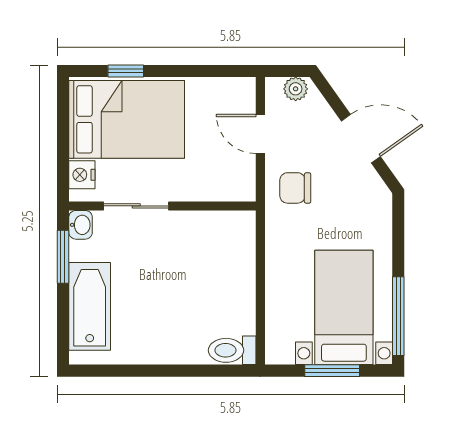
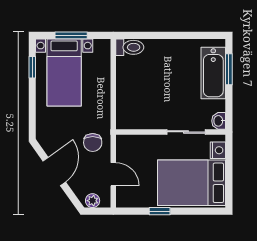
window: (126, 71) -> (160, 211), moved
door: (361, 139) -> (54, 171), swing flipped
chair: (295, 188) -> (93, 143), turned 90
window: (63, 257) -> (229, 69), moved
window: (398, 316) -> (32, 67), width x0.46

